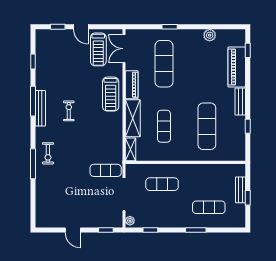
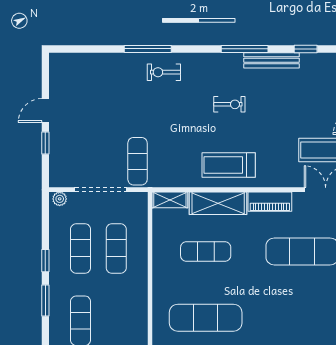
treadmill: (111, 94) -> (229, 165), moved
bench: (40, 108) -> (272, 60), moved
exercise mat: (162, 207) -> (81, 248), added
window: (106, 230) -> (45, 143), moved
window: (150, 230) -> (45, 261), moved

